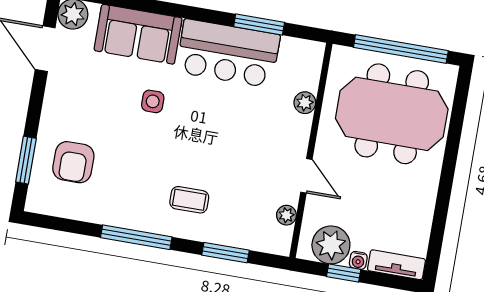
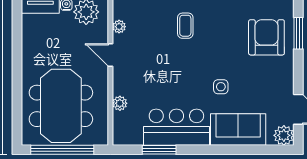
meeting table: (392, 114) -> (61, 106), turned 90
armchair: (73, 162) -> (266, 37), width x1.36, depth x1.36
coffee table: (189, 200) -> (185, 26), turned 90

